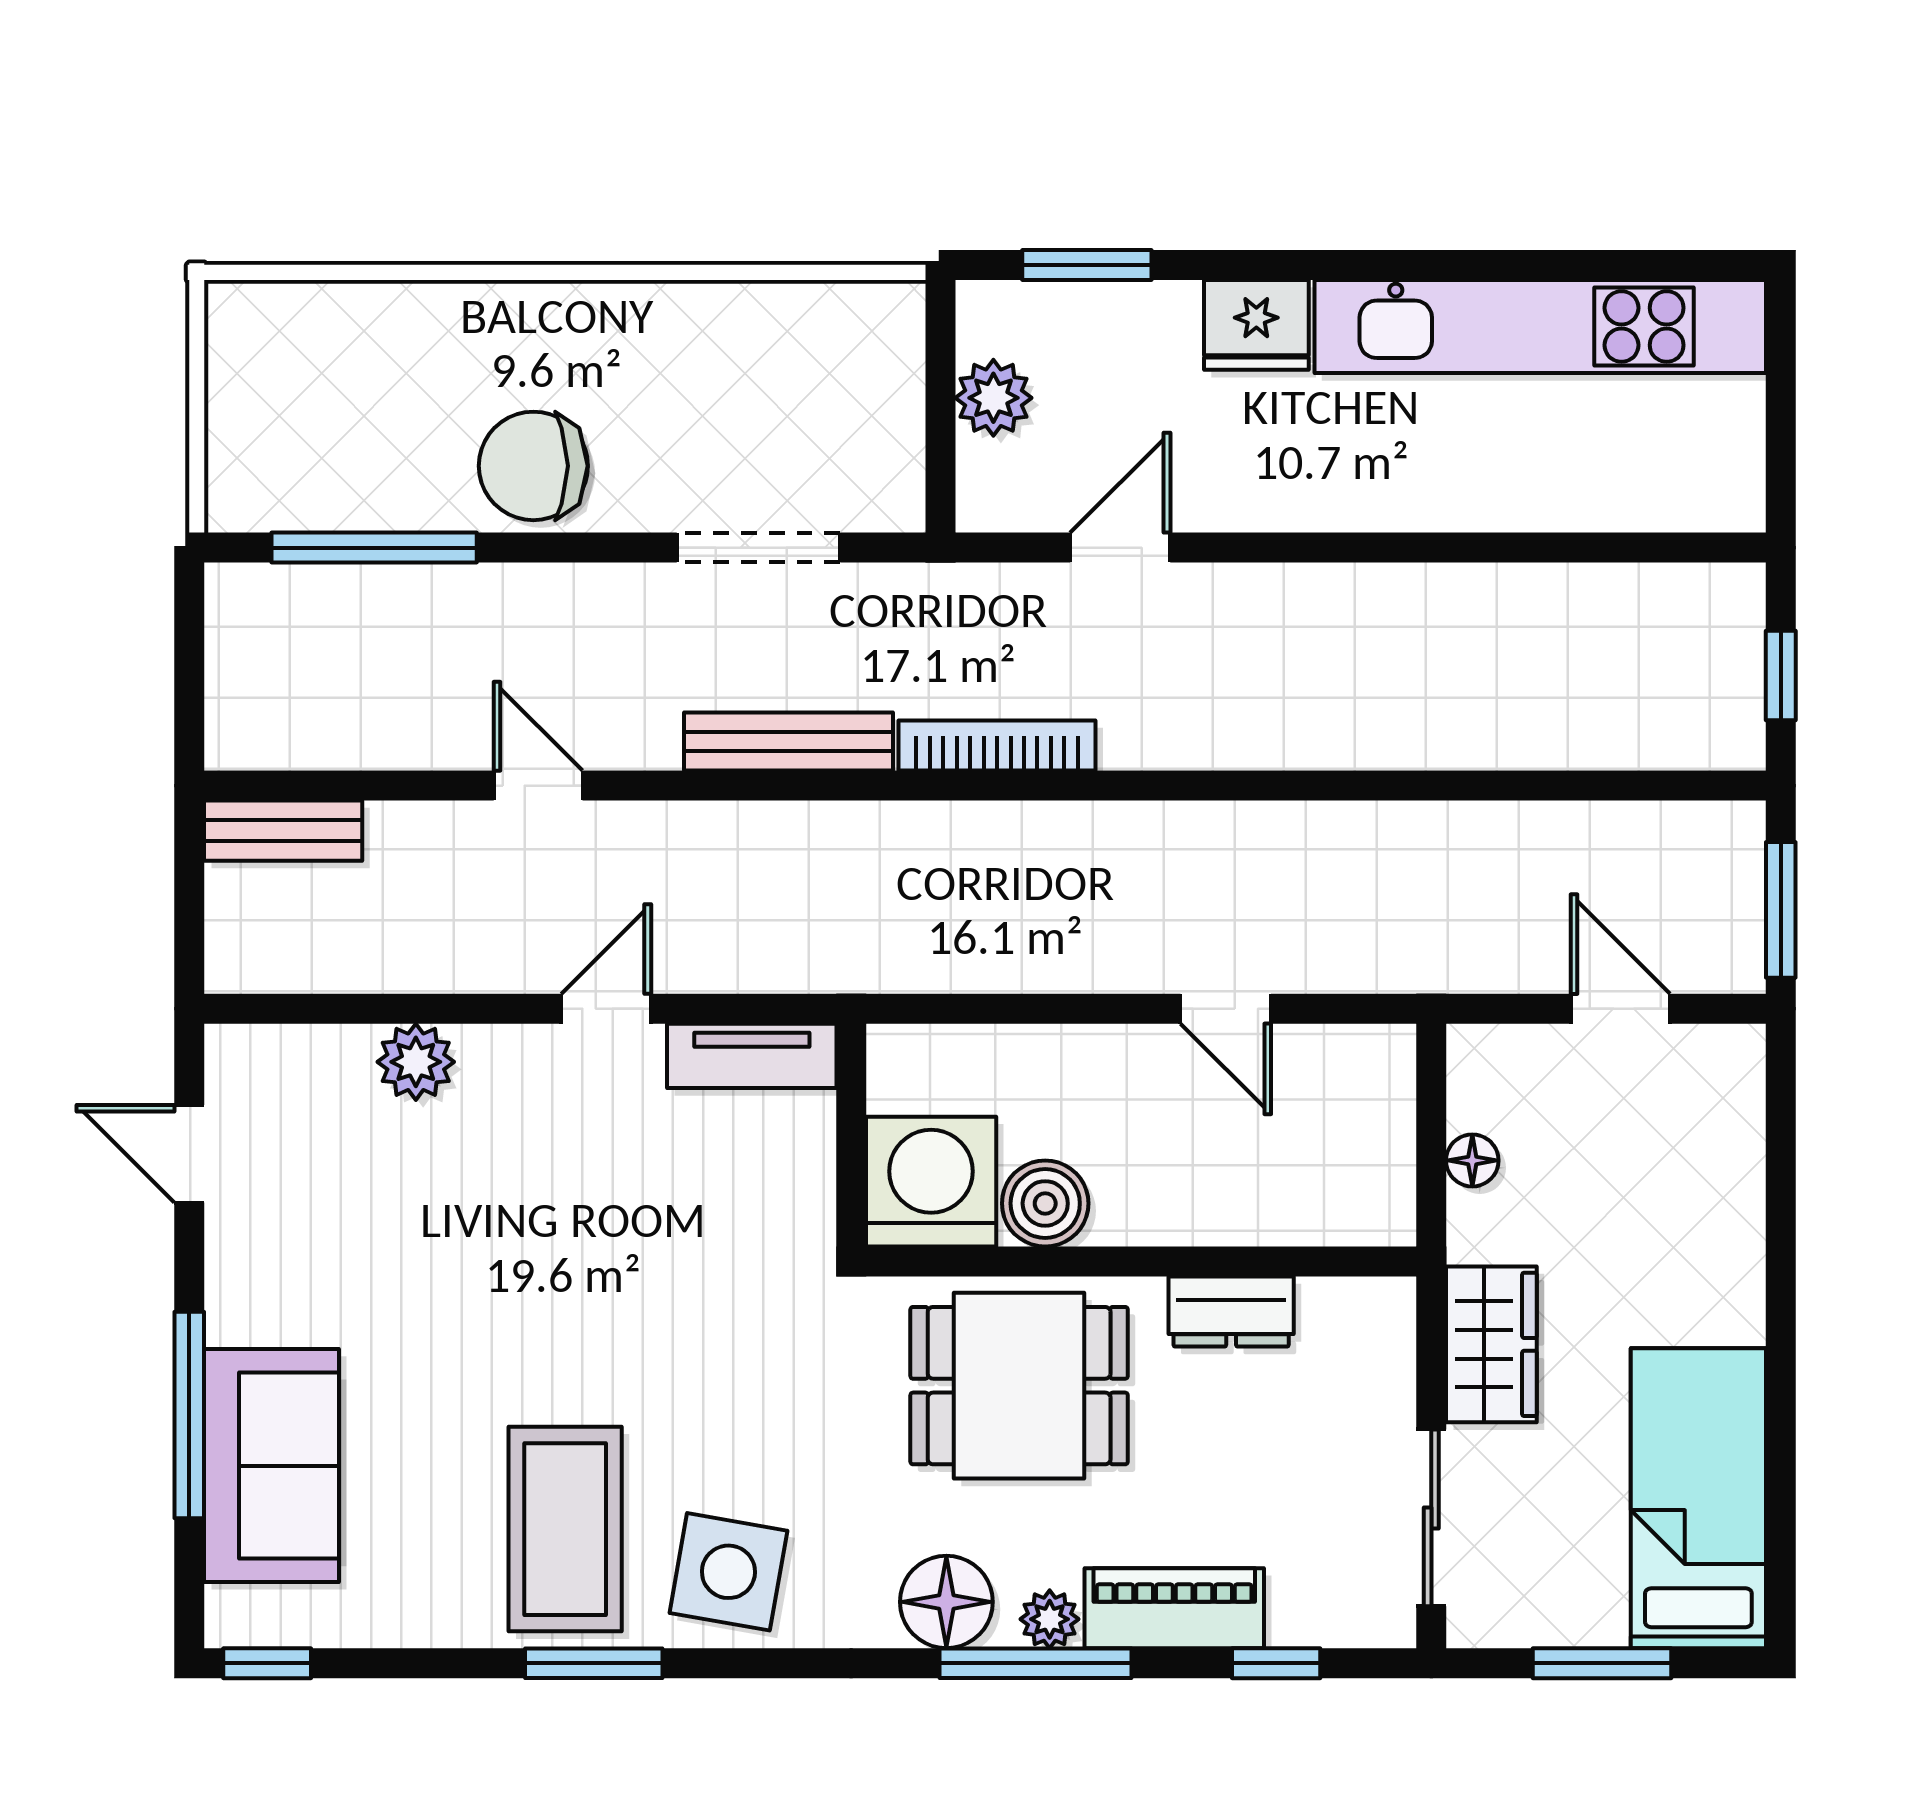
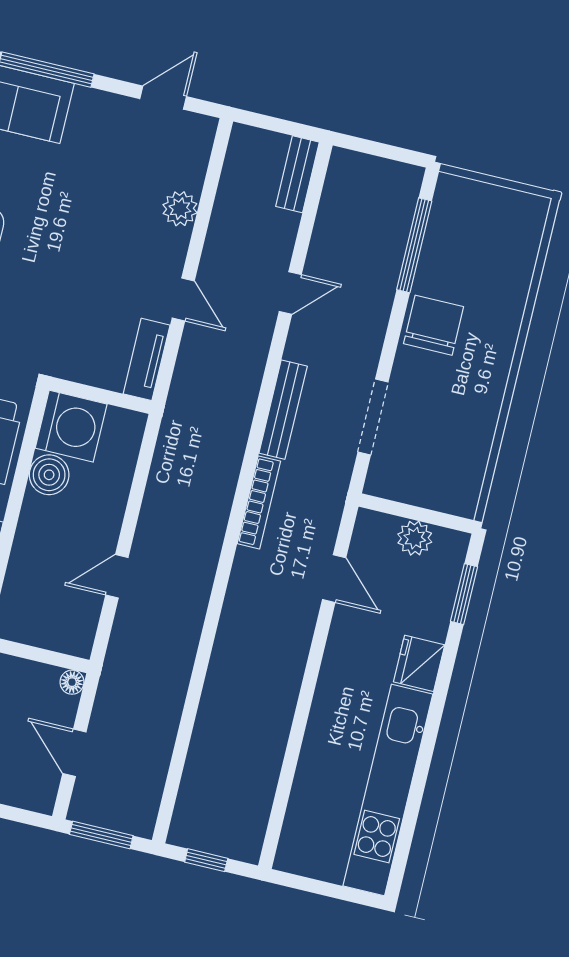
door: (1620, 1009) -> (74, 753), swing flipped
floor lamp: (1472, 1160) -> (72, 682), moved

